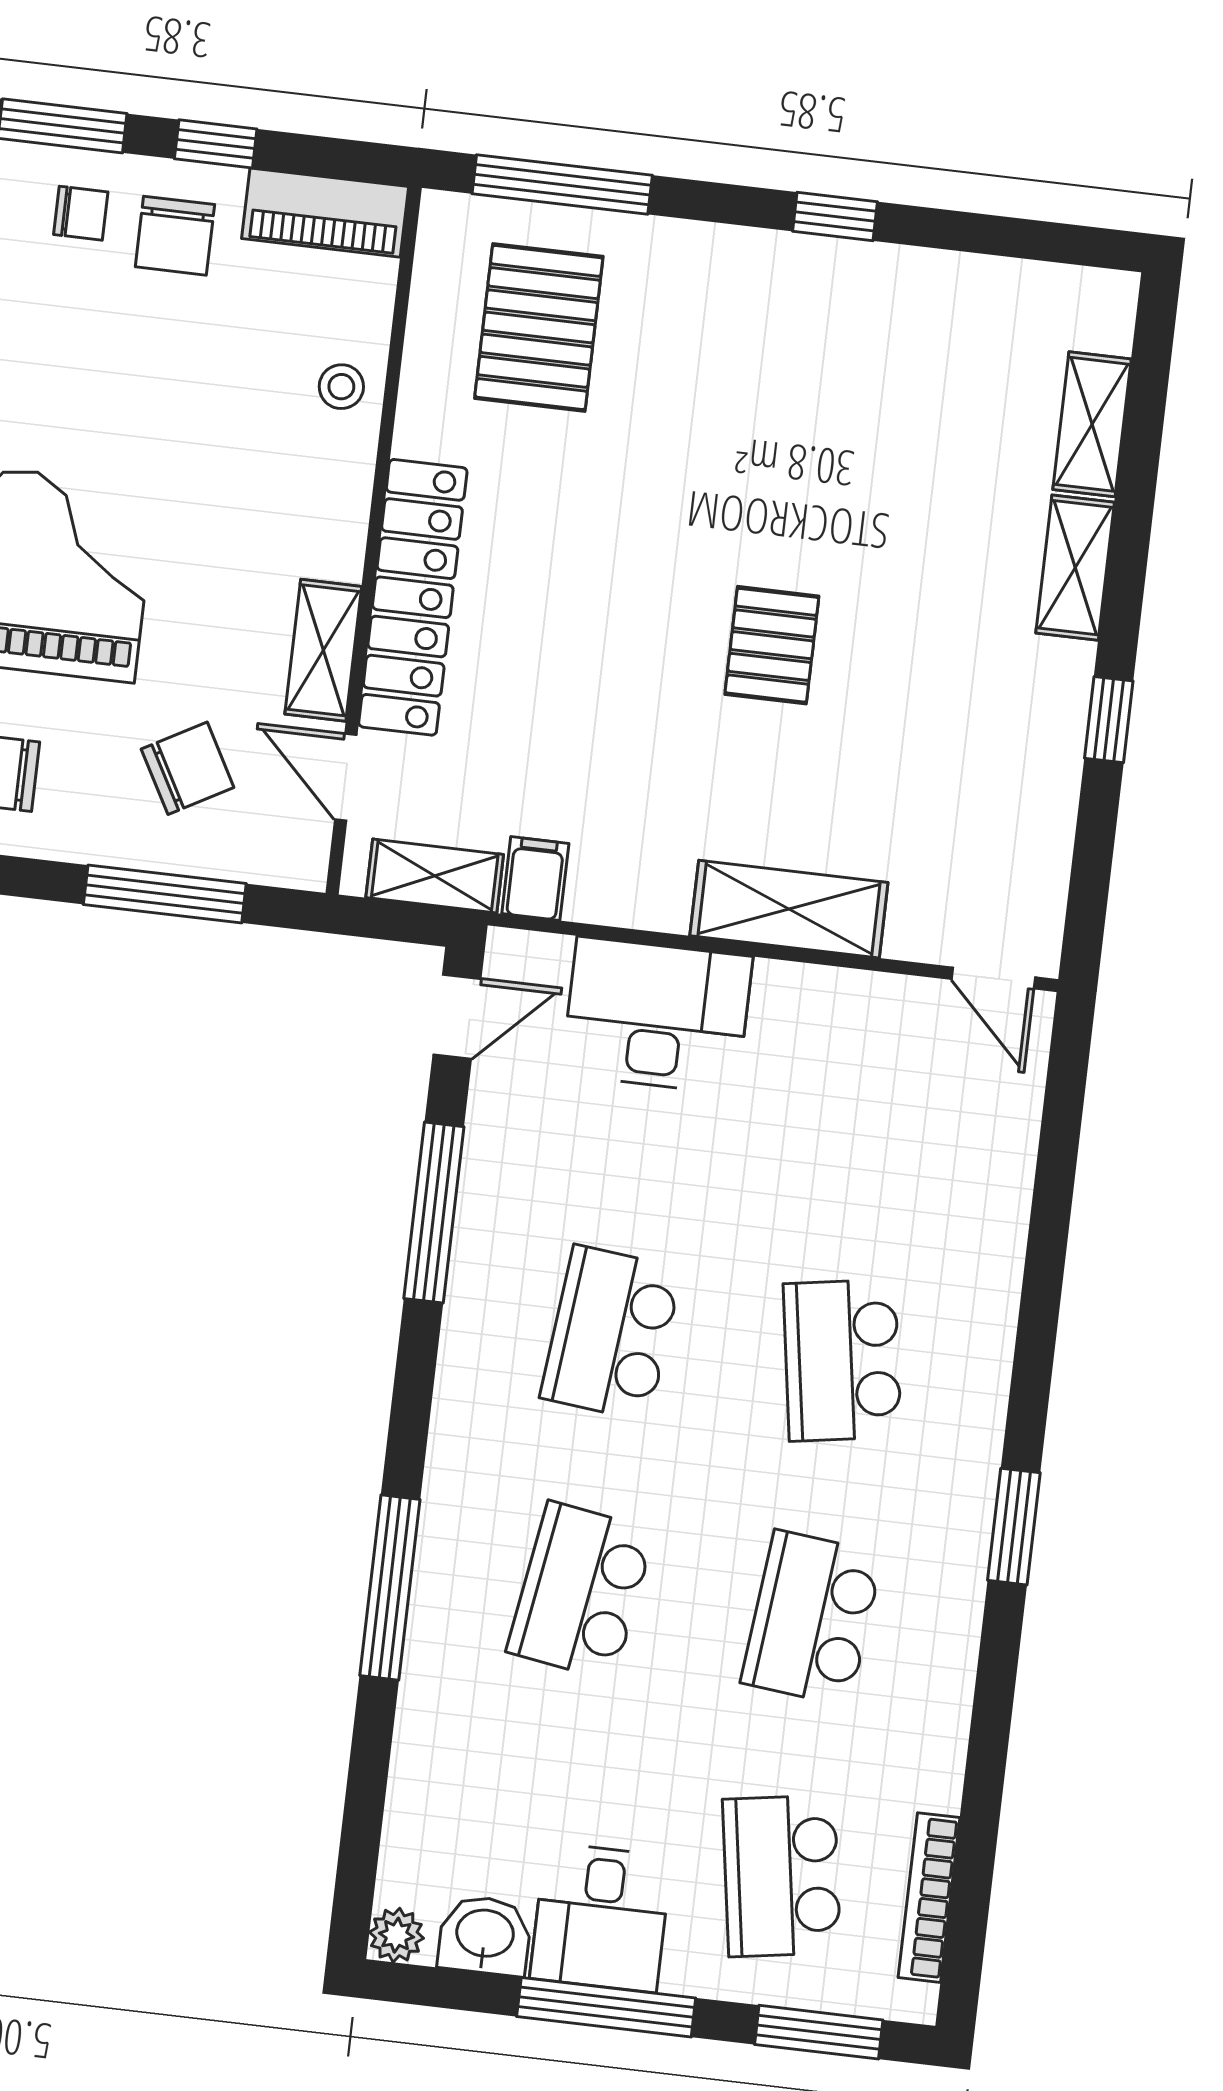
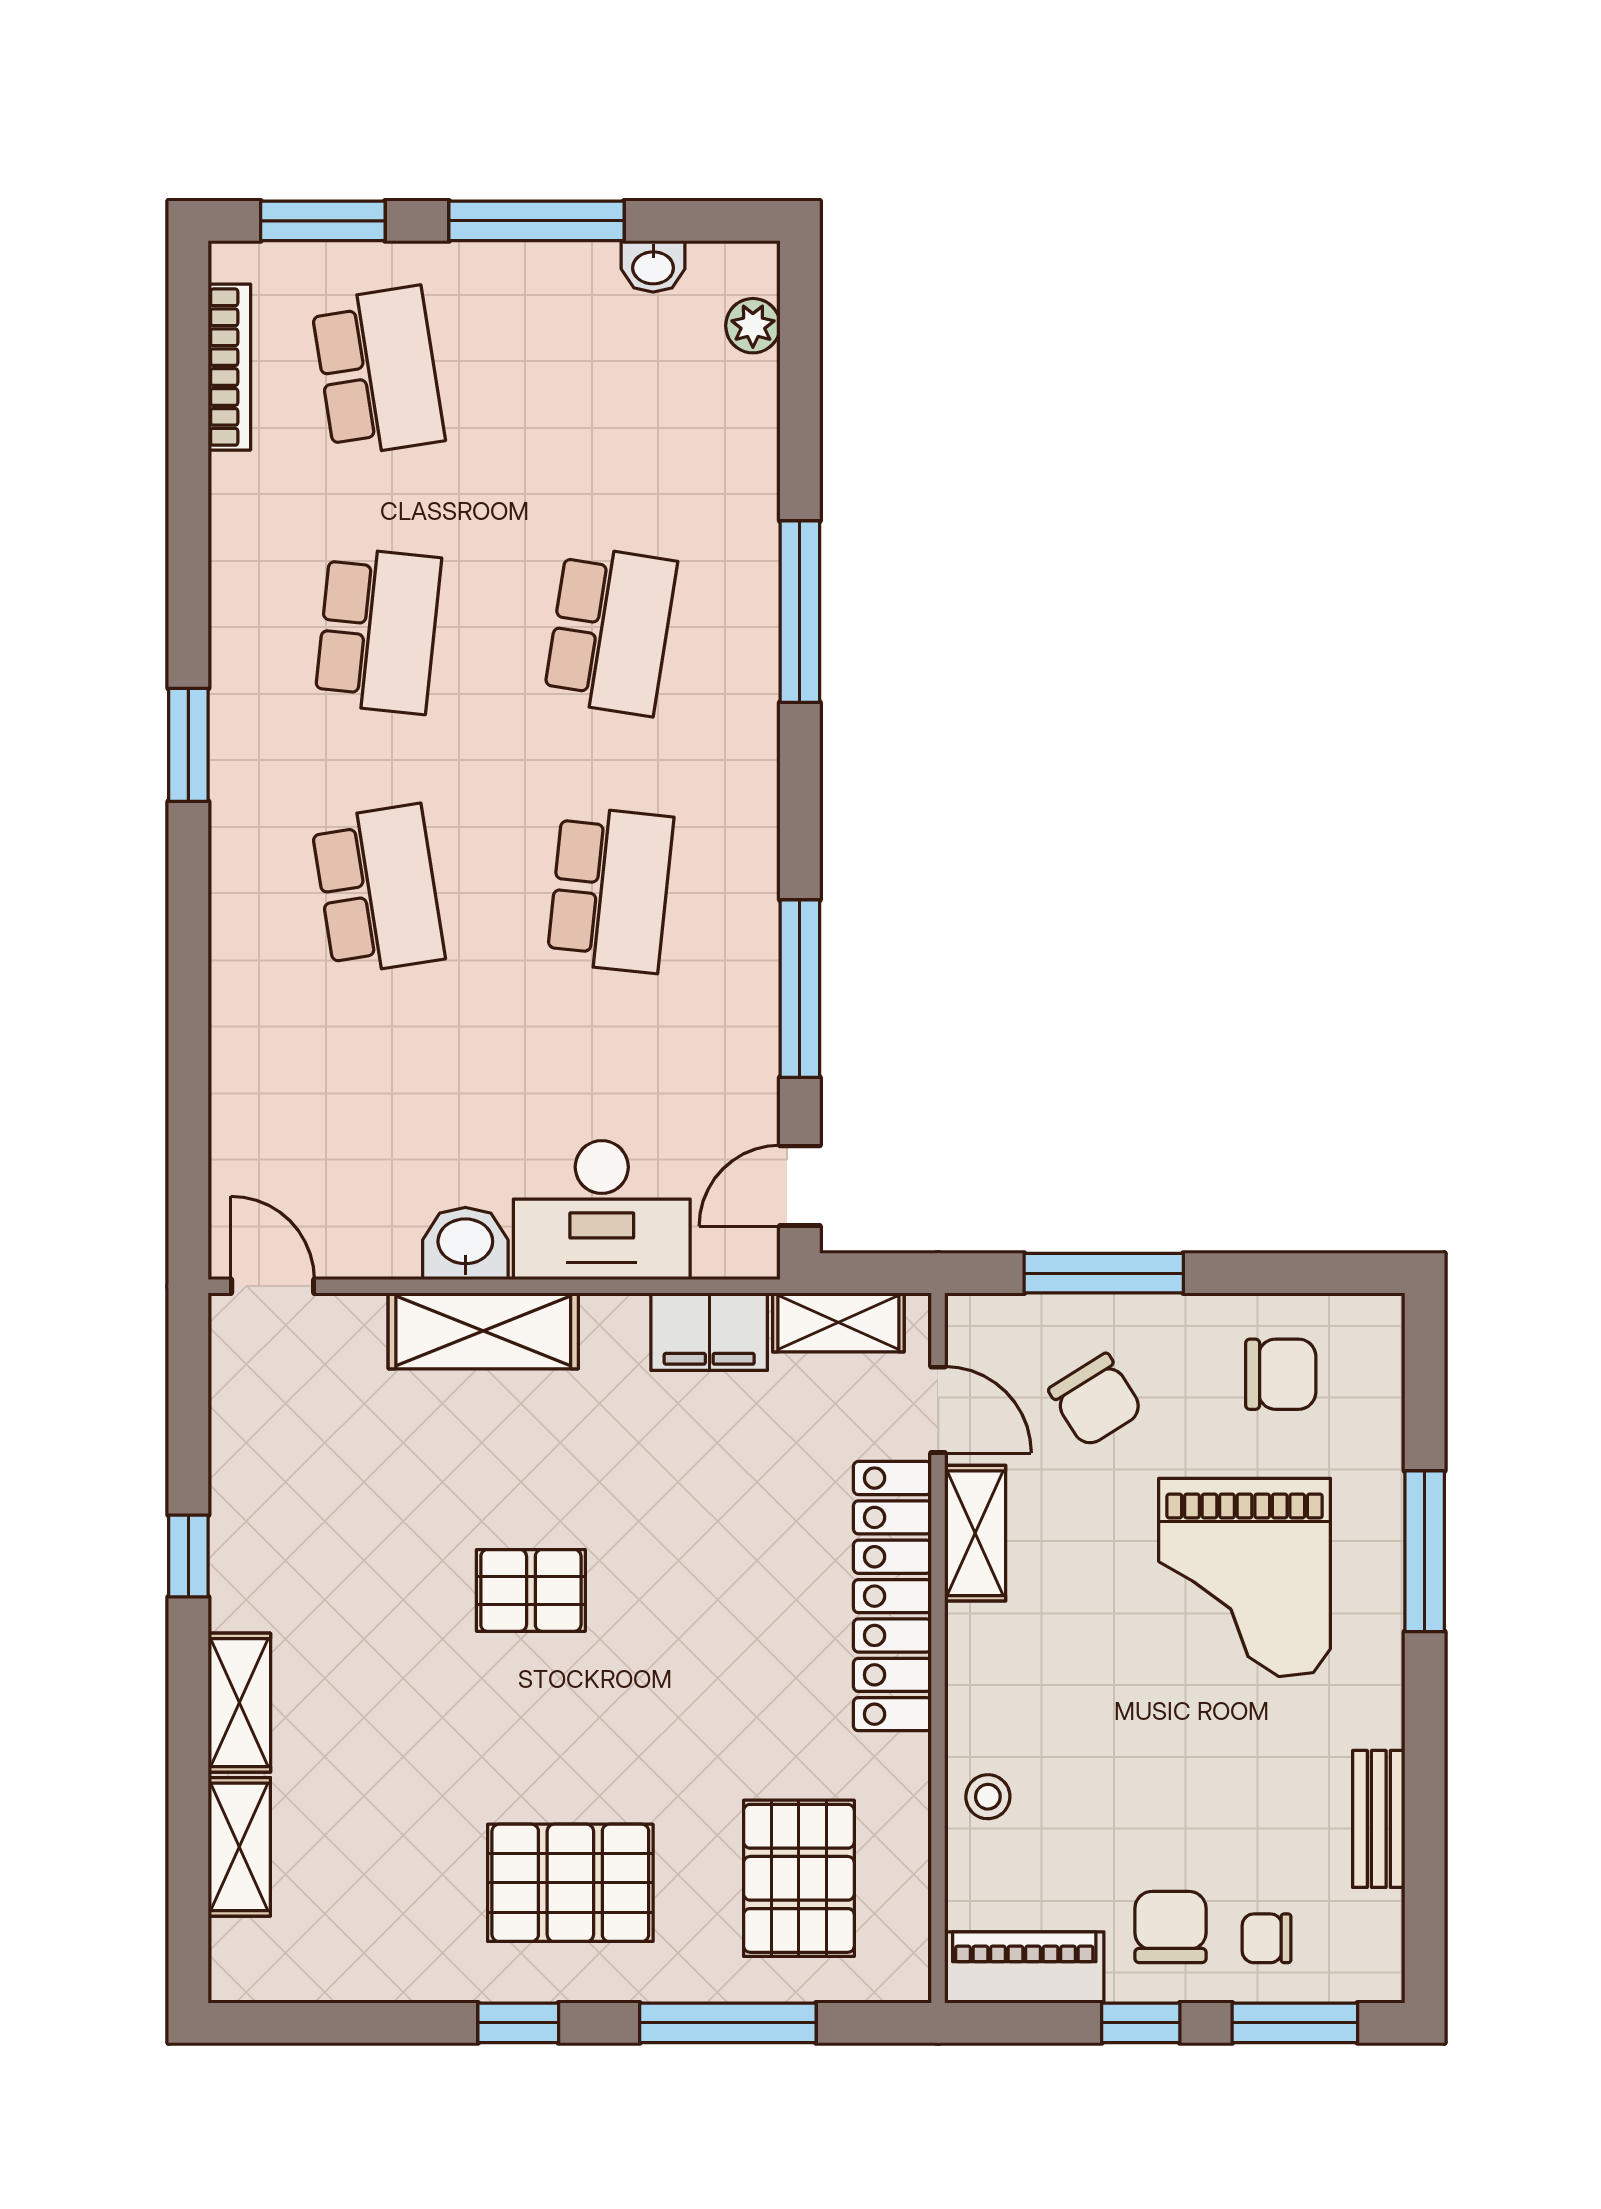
window: (562, 185) -> (728, 2023), moved
pallet: (767, 350) -> (570, 1883), added
pallet: (772, 645) -> (531, 1590), turned 90
chair: (188, 768) -> (1096, 1400), turned -93
filing cabinet: (535, 879) -> (709, 1332), width x2.00
washbasin: (797, 998) -> (465, 1243), added
desk: (601, 1917) -> (552, 309), removed
plant: (396, 1935) -> (753, 326), moved
washbasin: (485, 1935) -> (653, 266), width x0.72, depth x0.69

